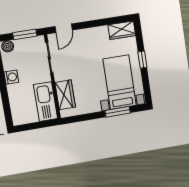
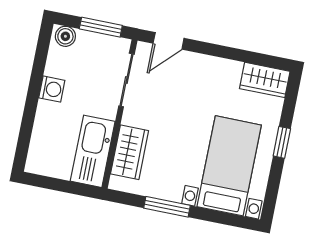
window: (118, 112) -> (167, 207), moved

